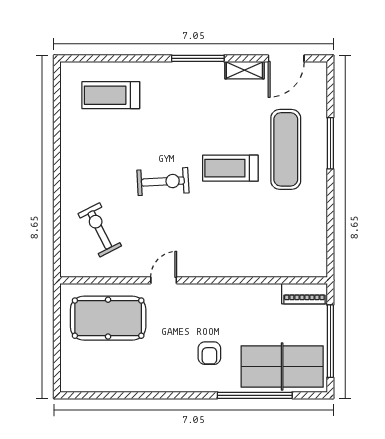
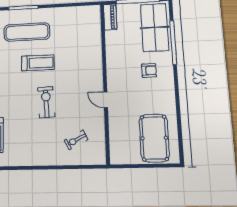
treadmill: (230, 168) -> (38, 63), turned -90
exercise bike: (100, 230) -> (76, 140), width x0.73, depth x0.72
pool table: (108, 318) -> (154, 138), moved

